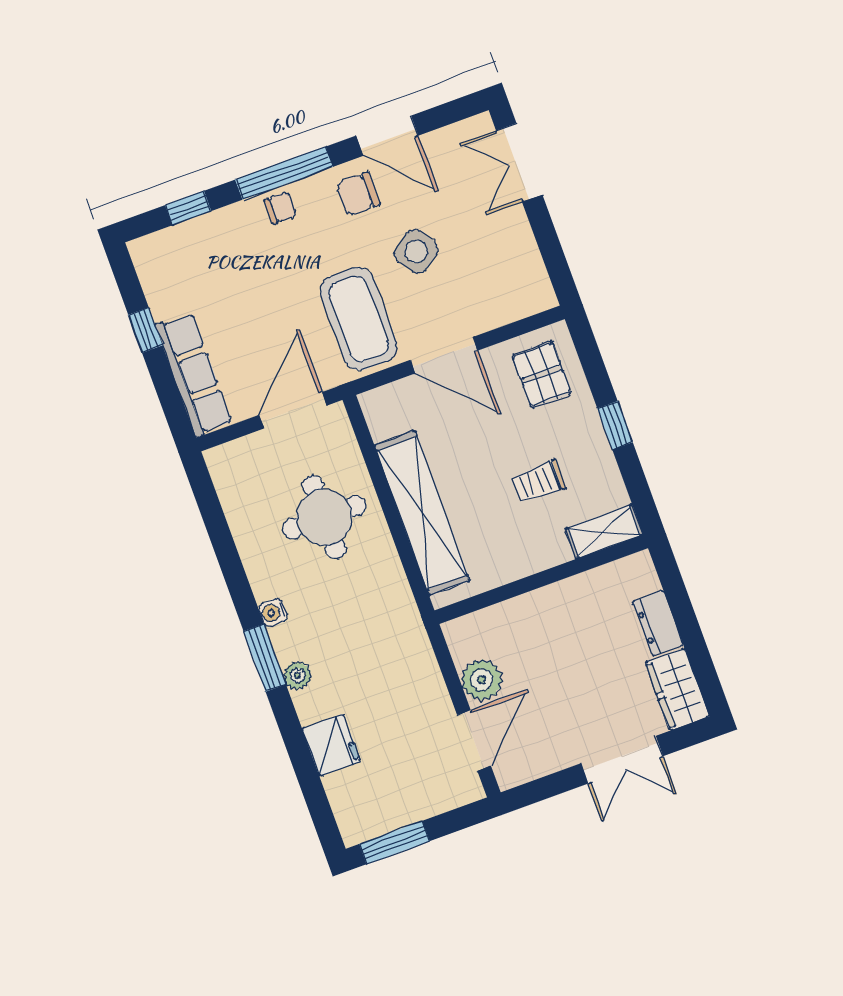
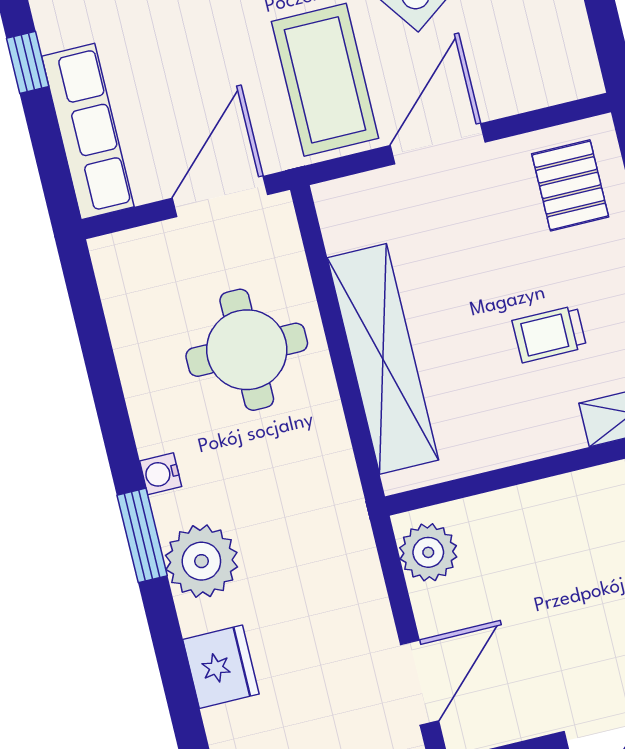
door: (444, 355) -> (438, 144), swing flipped
plant: (297, 676) -> (201, 561), width x1.88, depth x1.88
plant: (482, 680) -> (428, 552), moved

